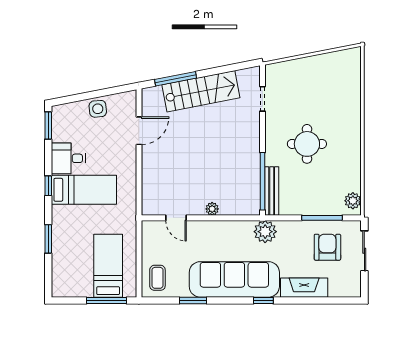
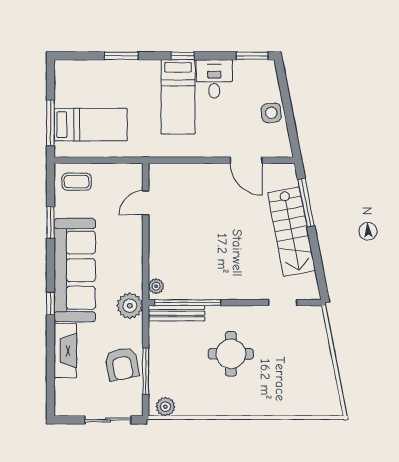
plant: (212, 209) -> (156, 286), moved
armchair: (327, 247) -> (122, 364), moved, turned 79

